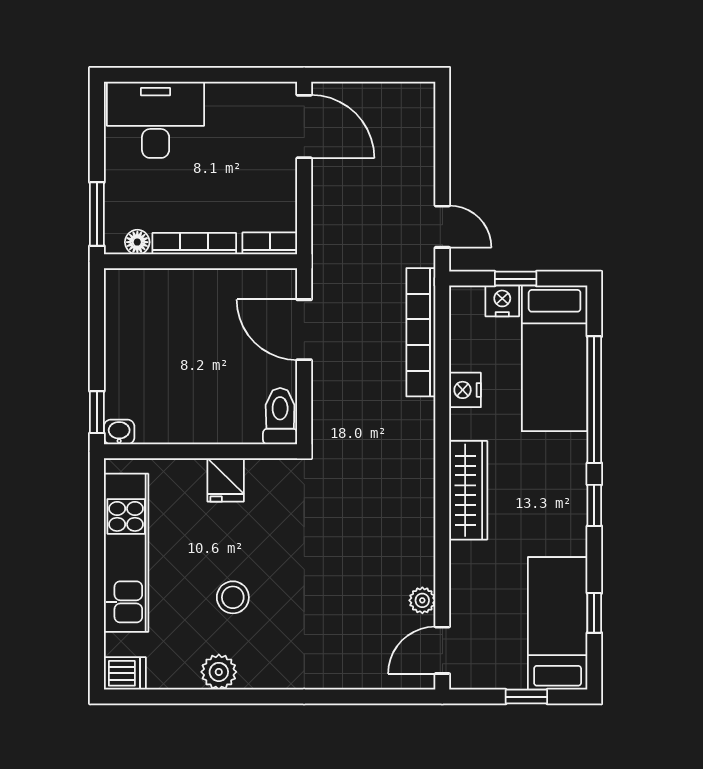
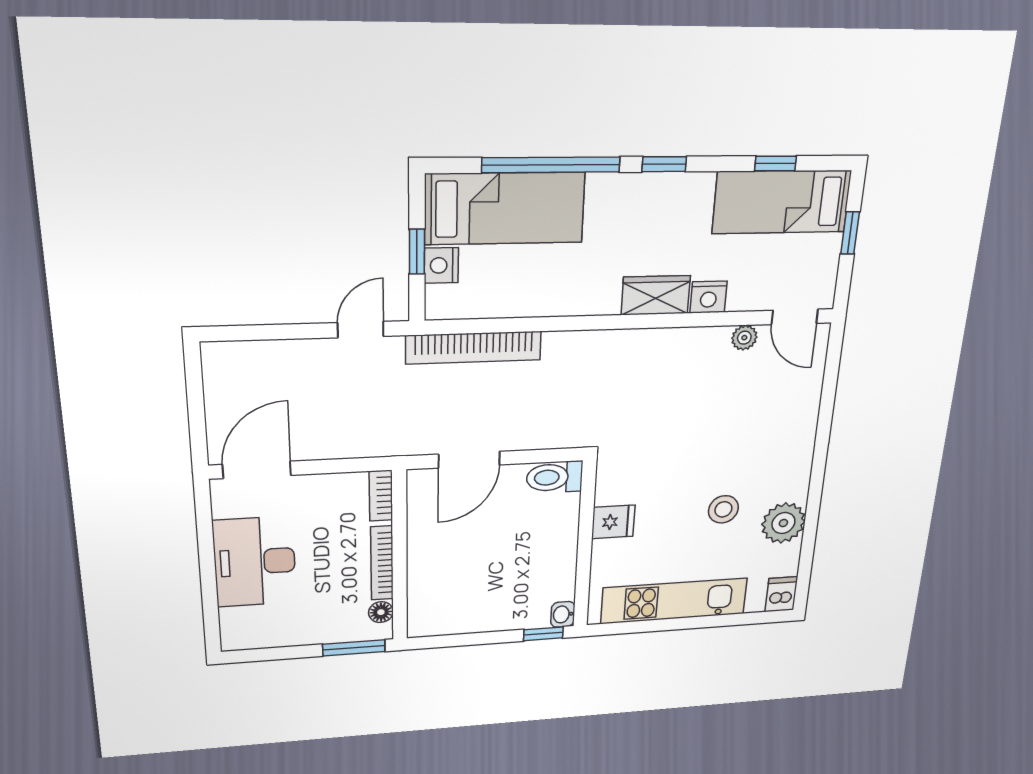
desk: (156, 120) -> (255, 562), moved
nightstand: (465, 390) -> (708, 297), moved
wardrobe: (468, 490) -> (656, 295), width x0.67
plant: (219, 672) -> (783, 523), width x1.36, depth x1.36

